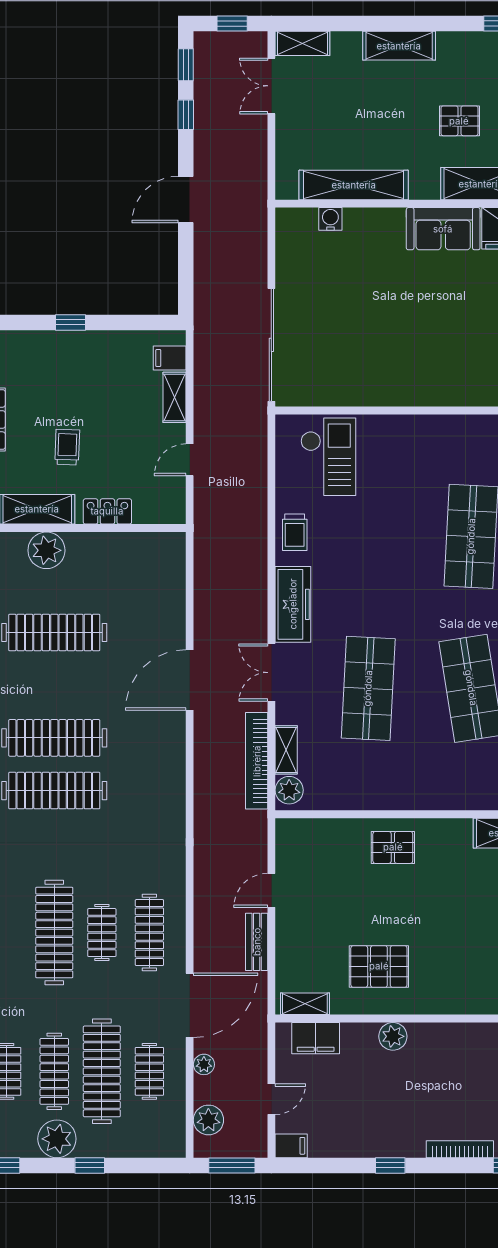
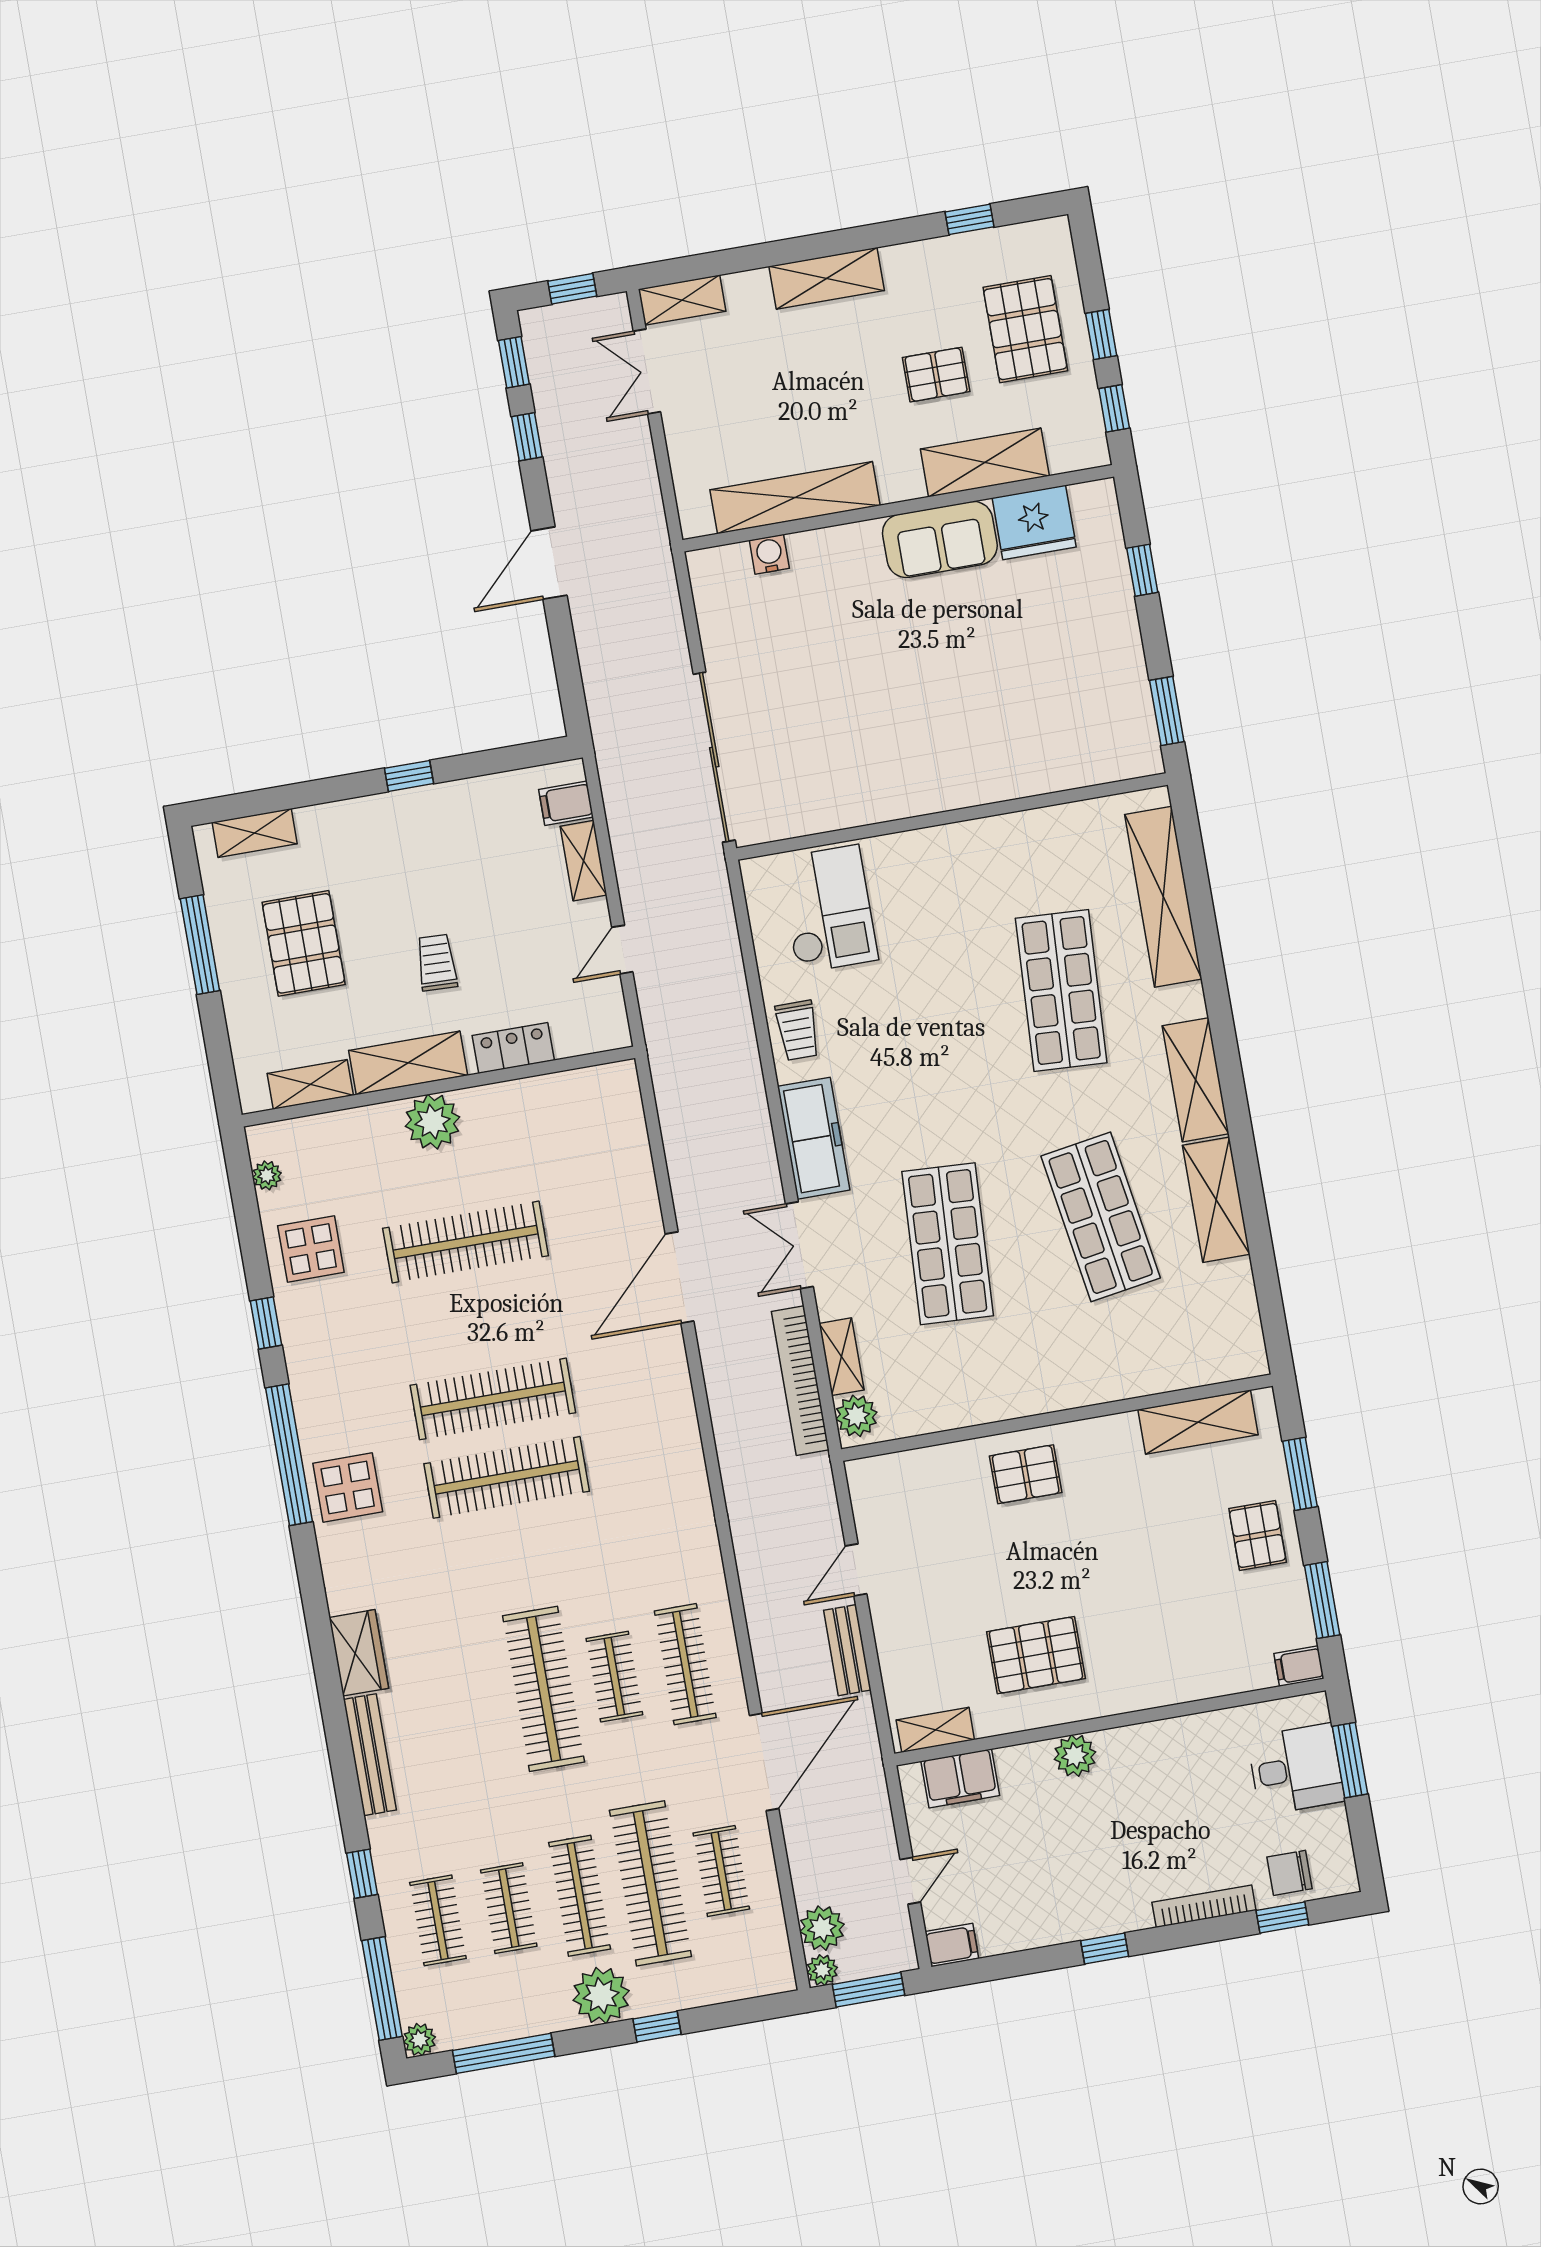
plant: (204, 1064) -> (822, 1970), moved

